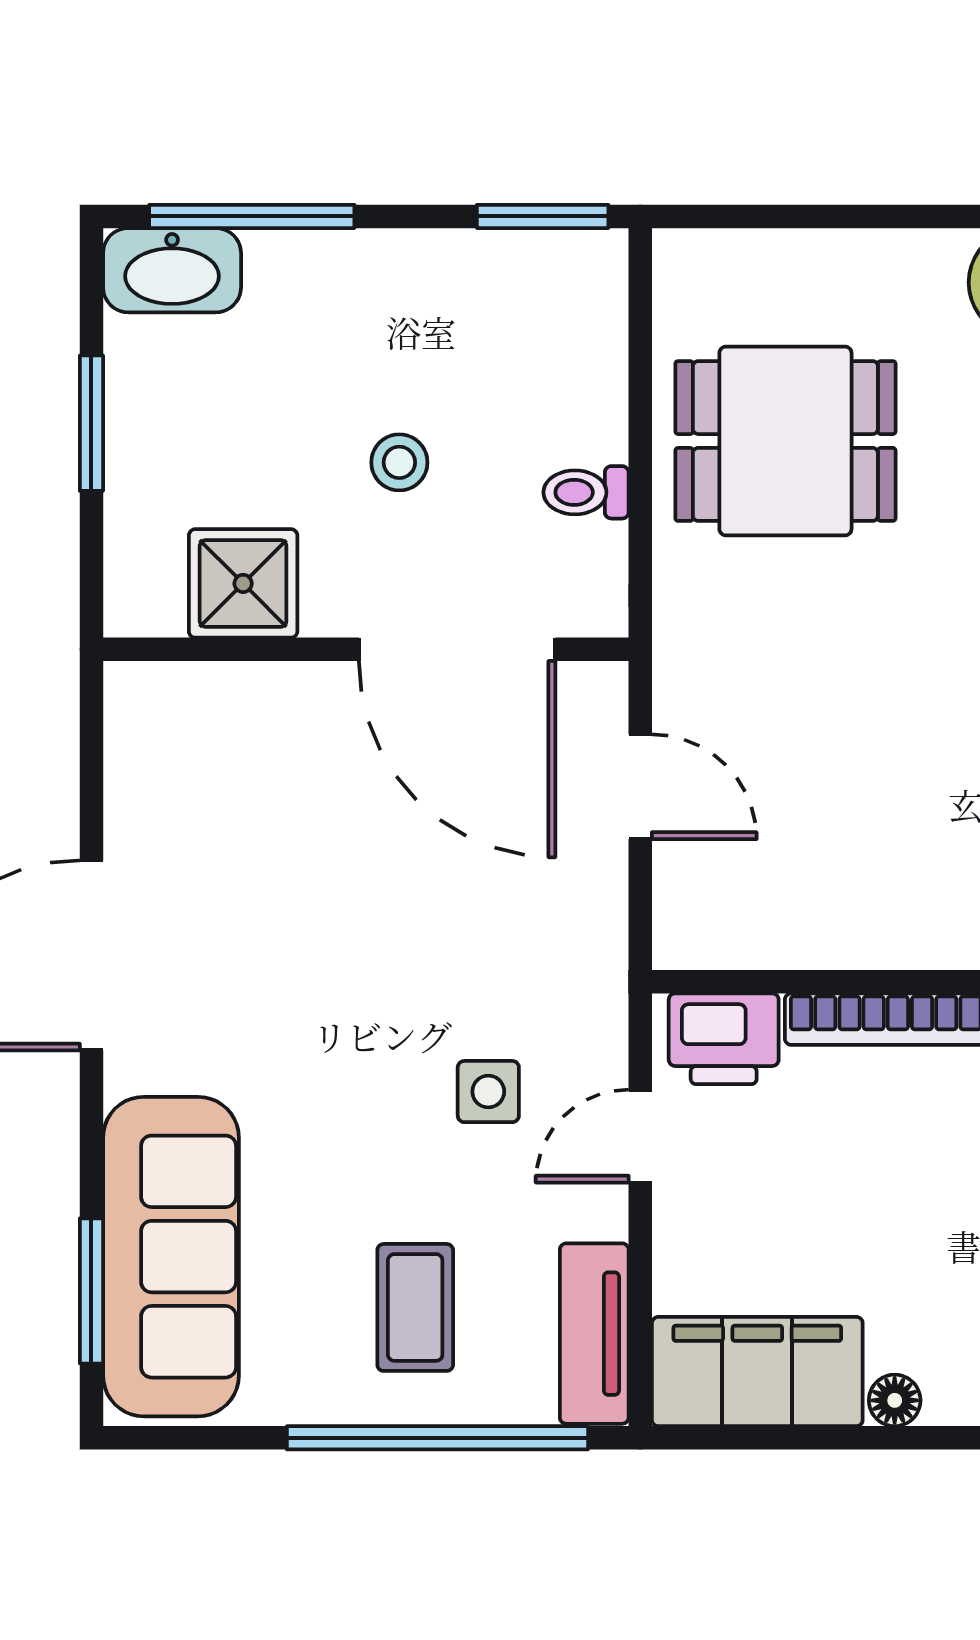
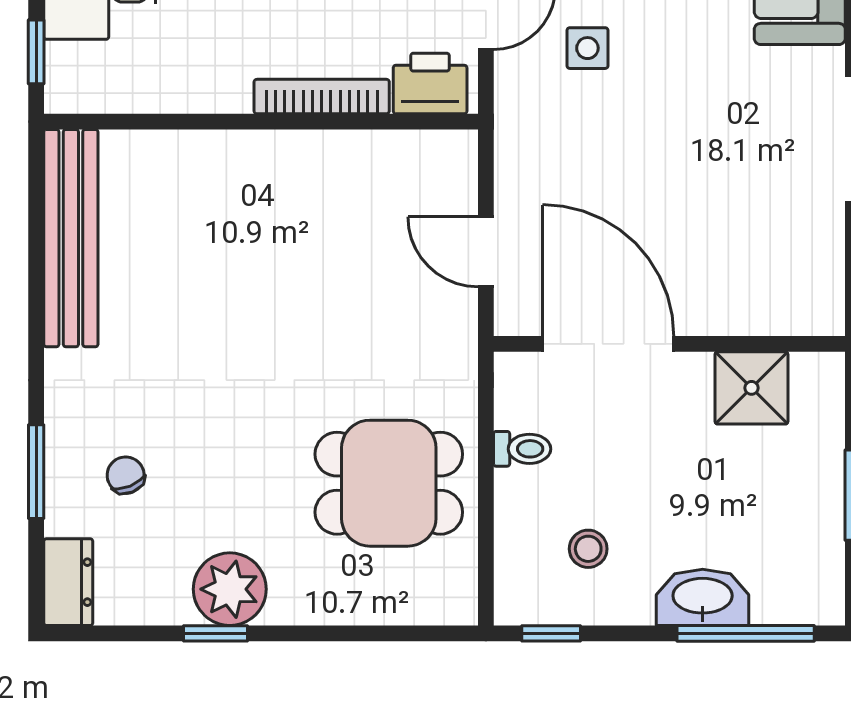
window: (543, 216) -> (551, 633), width x0.67
washbasin: (172, 270) -> (703, 597), moved
stool: (399, 462) -> (588, 549), moved

